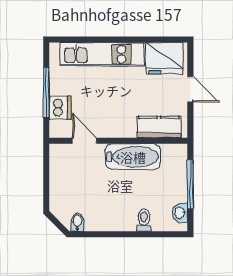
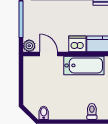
dishwasher: (60, 108) -> (77, 44), moved, turned -90
plant: (57, 130) -> (29, 46), added

